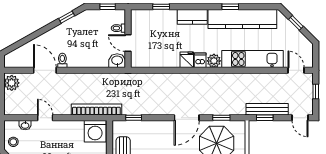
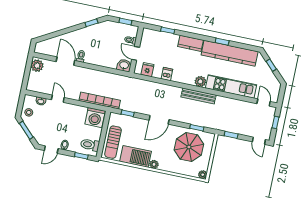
fridge: (187, 60) -> (147, 70), moved
dishwasher: (200, 60) -> (167, 74), moved
bench: (267, 109) -> (198, 96), moved
door: (187, 118) -> (159, 120), moved

